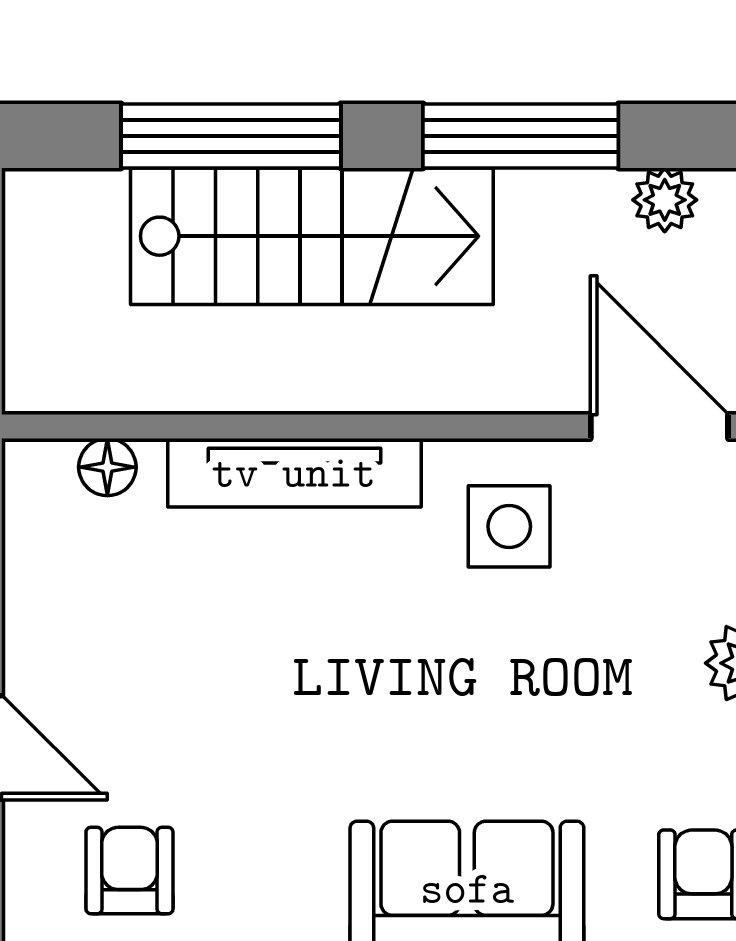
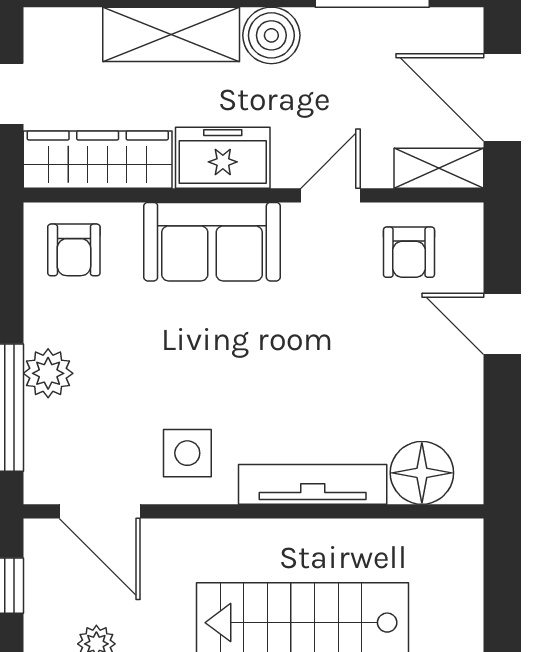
floor lamp: (107, 467) -> (422, 473), width x1.89, depth x1.89

